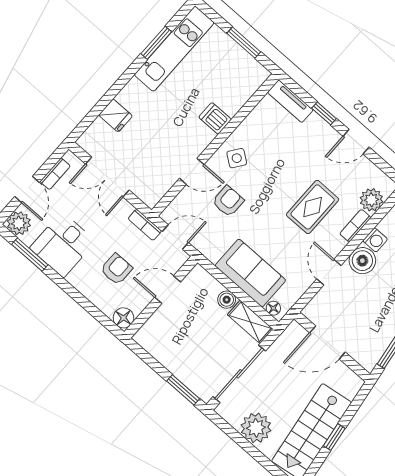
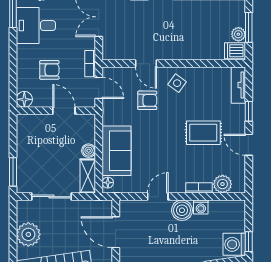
plant: (242, 58) -> (238, 34), added
dishwasher: (215, 118) -> (235, 51), moved, turned -90
rug: (313, 207) -> (203, 133), moved
sliding door: (239, 374) -> (52, 197), width x0.73

